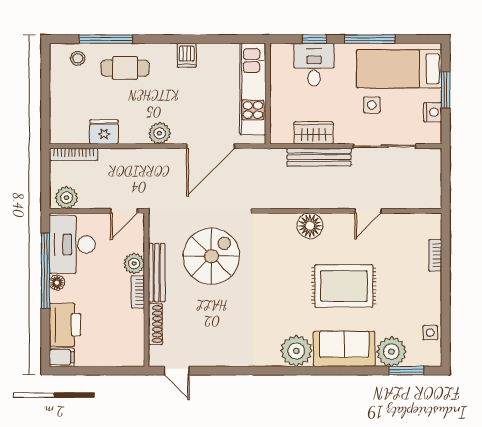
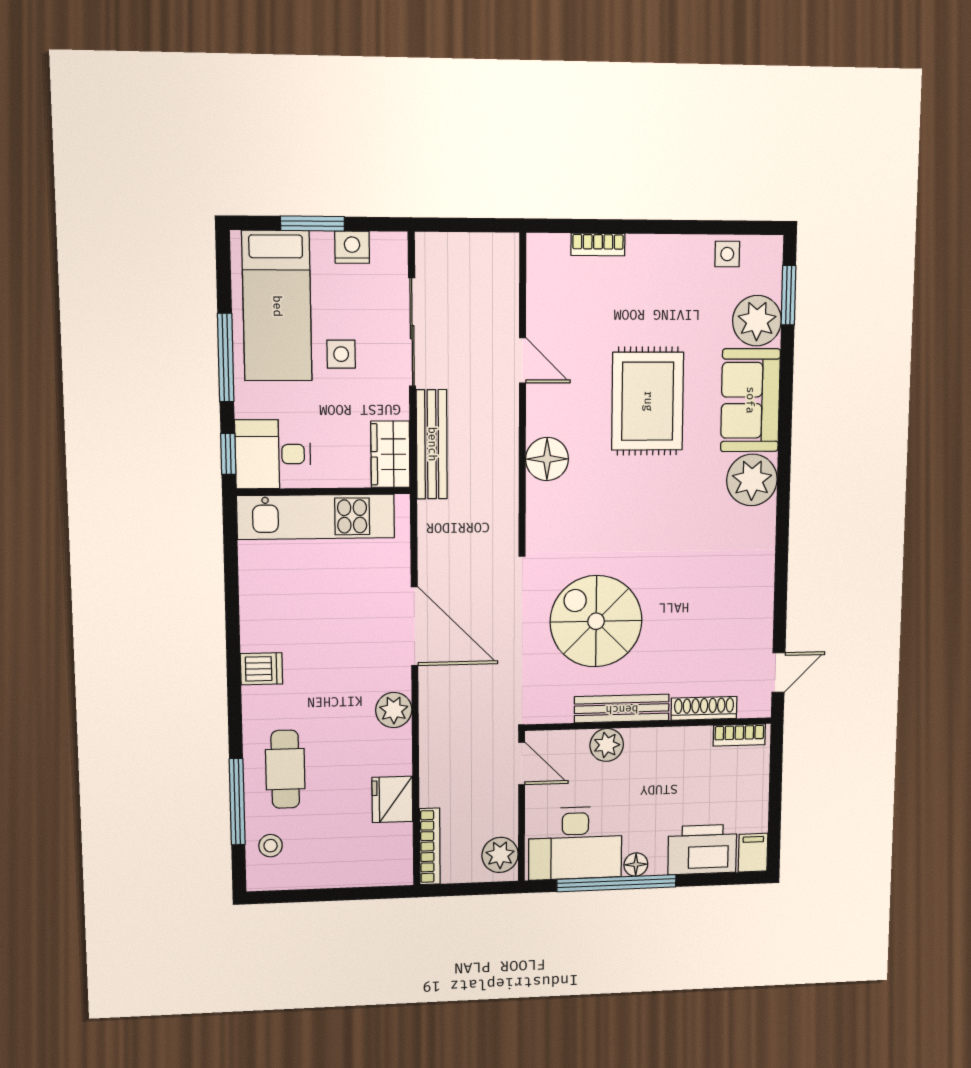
kitchen unit: (253, 89) -> (316, 517), moved
wall: (268, 94) -> (324, 491), moved
bookcase: (138, 292) -> (739, 735), moved

